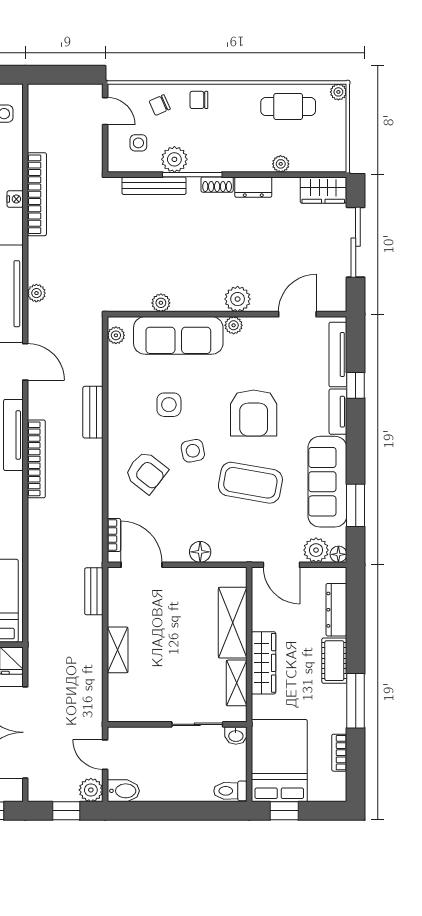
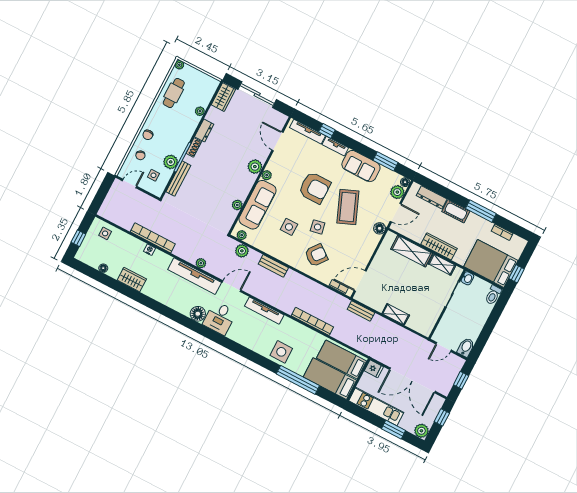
bookcase: (36, 459) -> (312, 321), moved
sofa: (327, 482) -> (361, 166), width x0.73
coffee table: (250, 483) -> (348, 207), turned -32
floor lamp: (200, 552) -> (380, 228), moved
plant: (91, 790) -> (242, 251), moved

